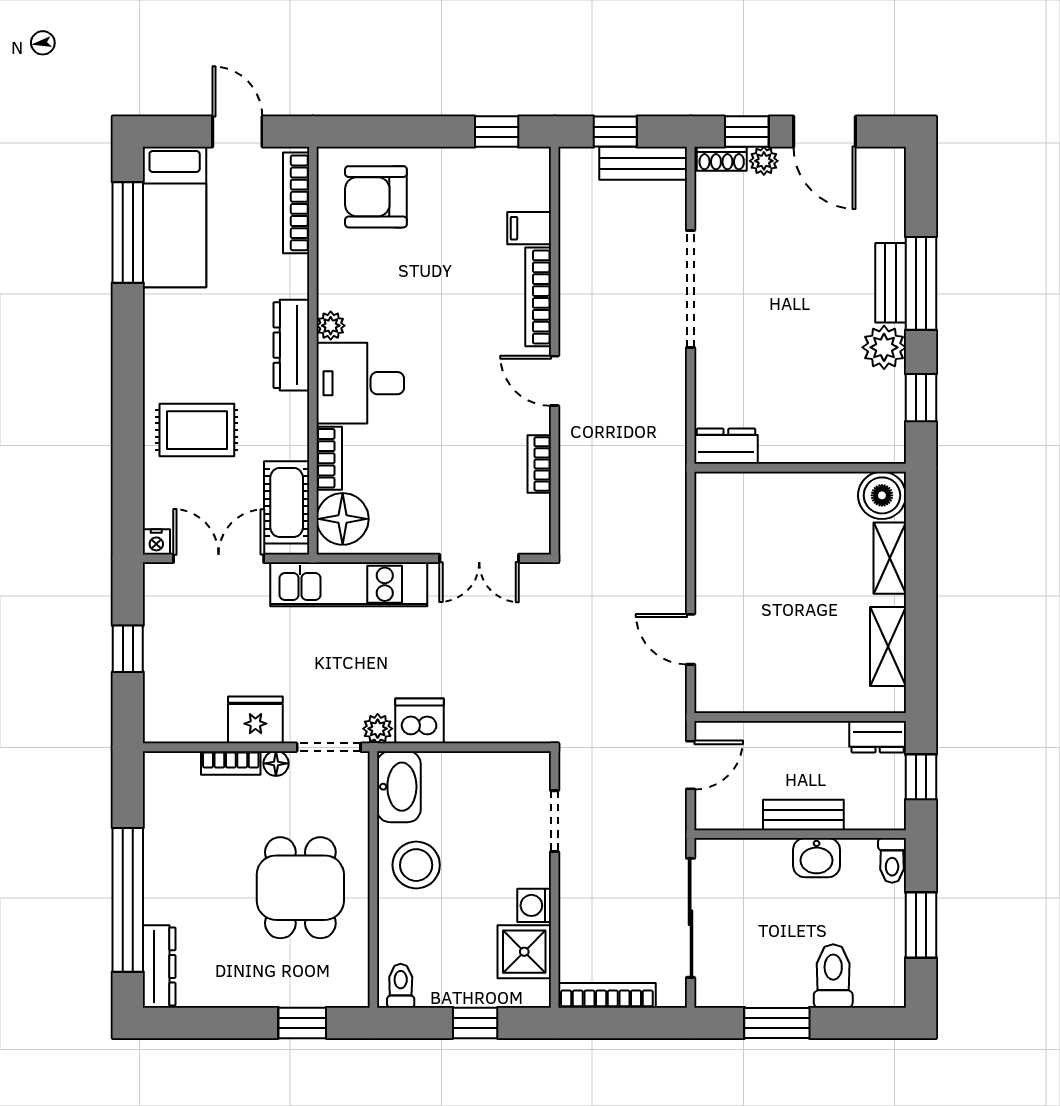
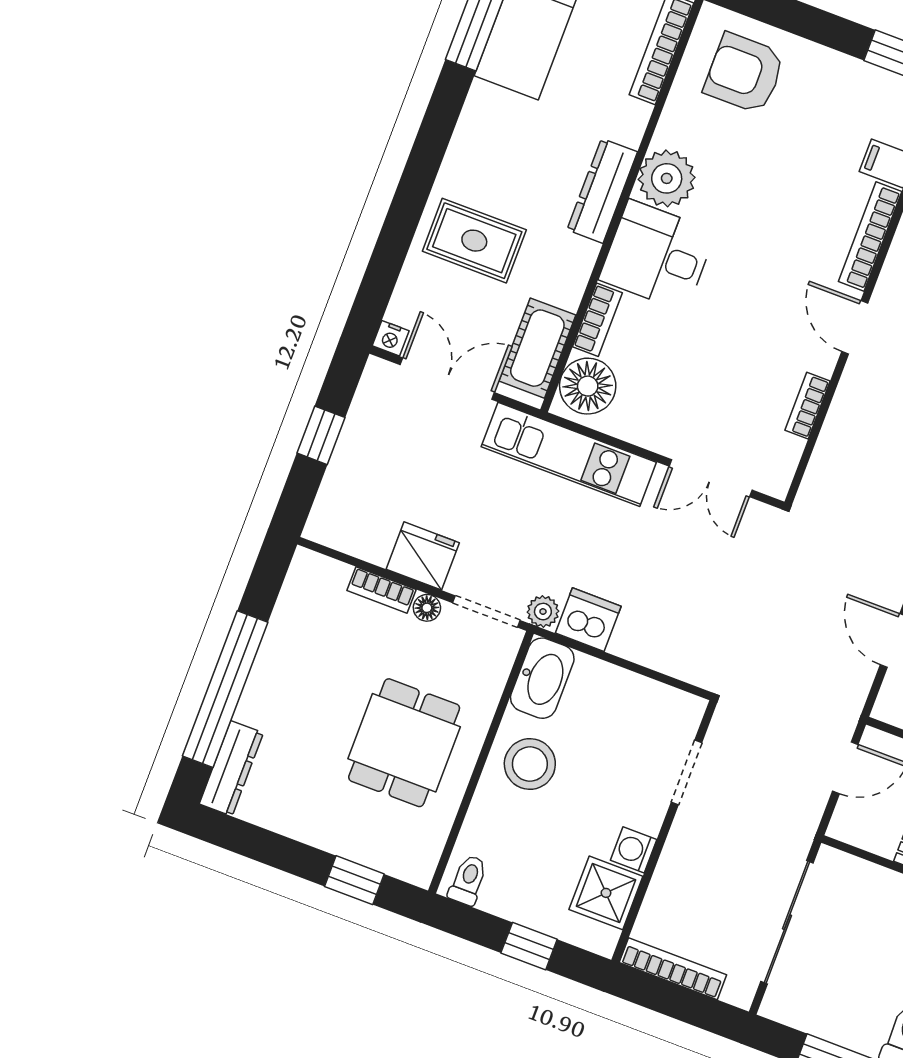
plant: (331, 326) -> (667, 178), width x1.88, depth x1.88

